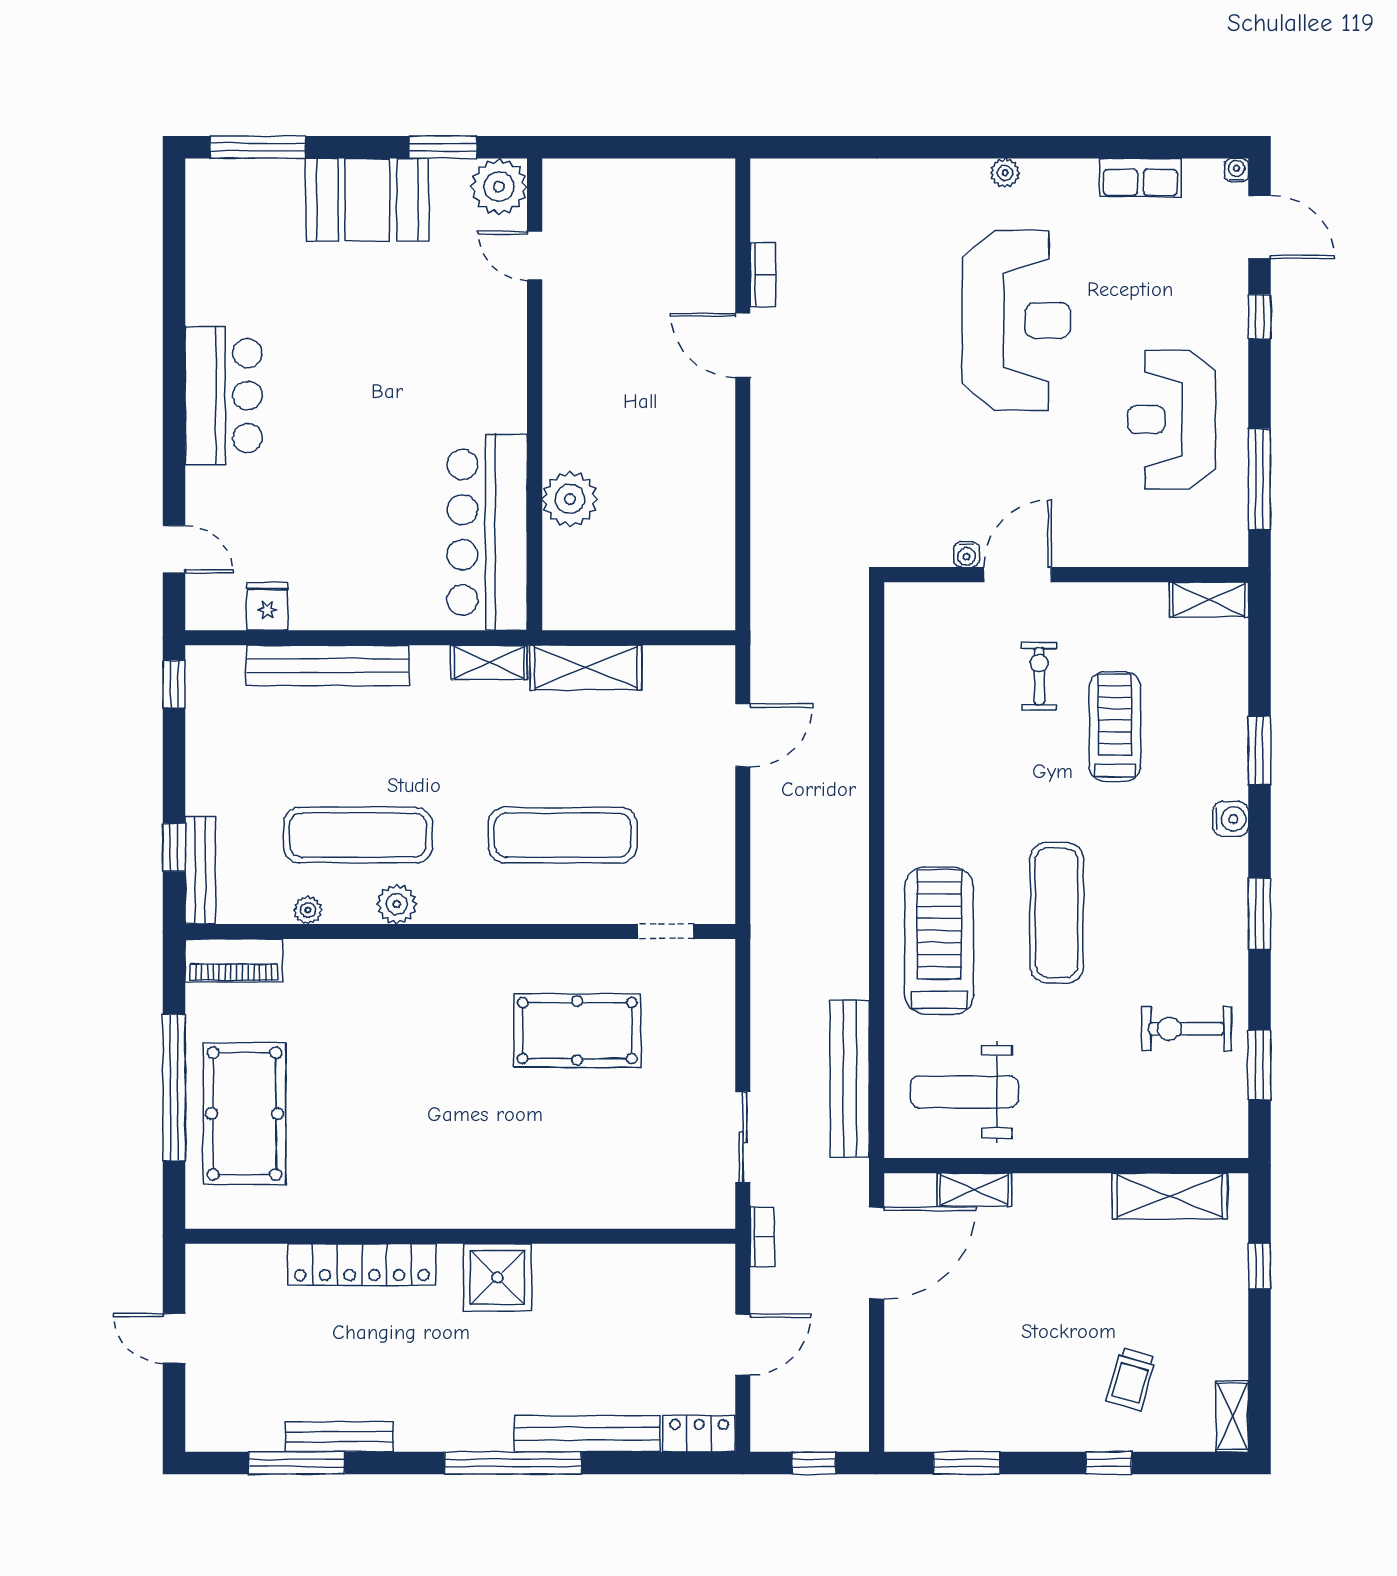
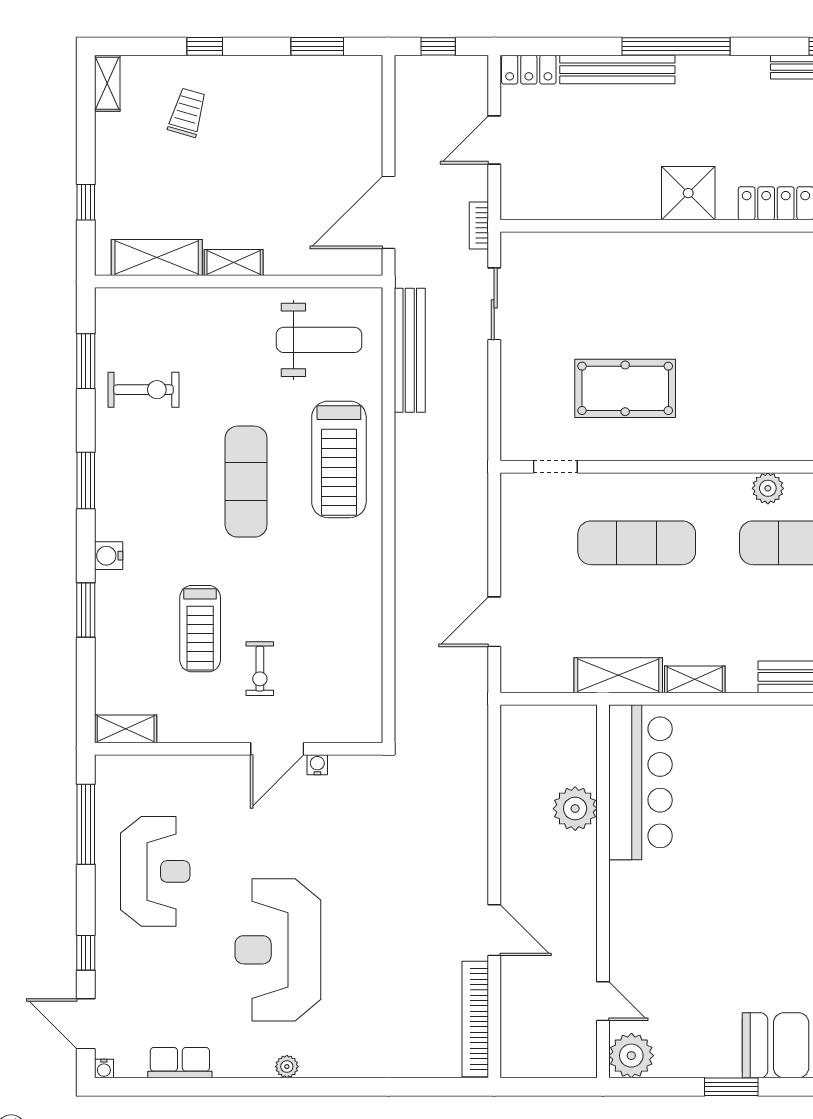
plant: (499, 187) -> (631, 1056), moved
door: (535, 256) -> (603, 1001), moved
bookcase: (763, 275) -> (475, 1019), width x2.31, depth x1.31
wall: (535, 394) -> (603, 891), moved
plant: (570, 499) -> (575, 809), moved
bar counter: (487, 532) -> (640, 782), moved
shelving: (974, 1190) -> (234, 263), moved

